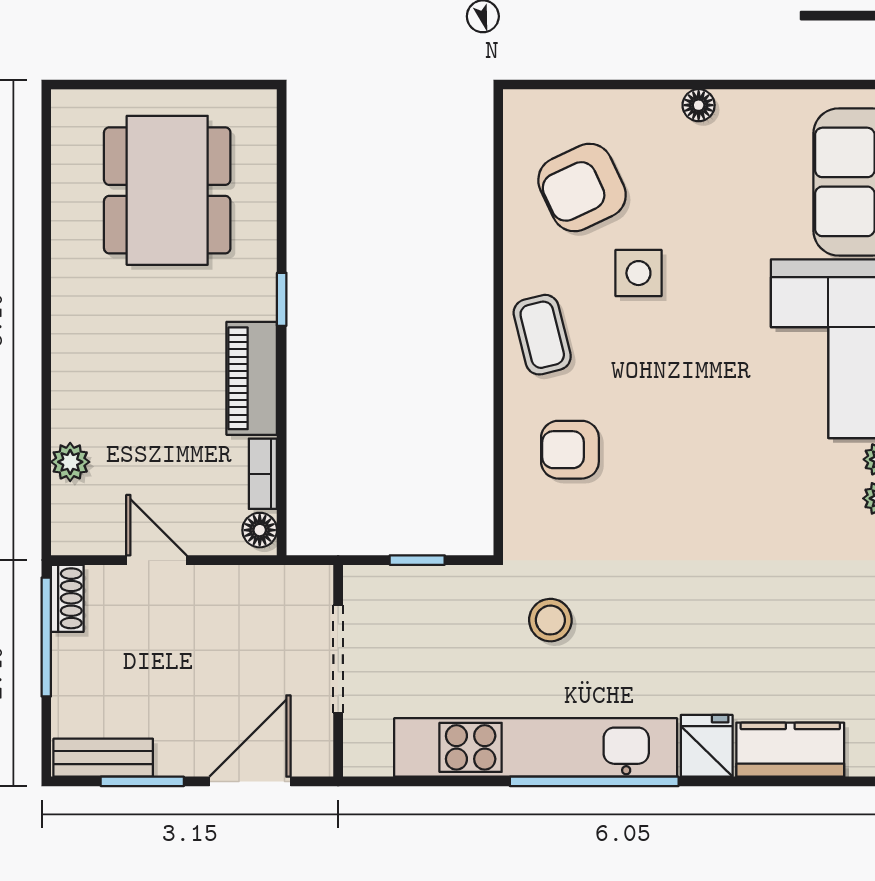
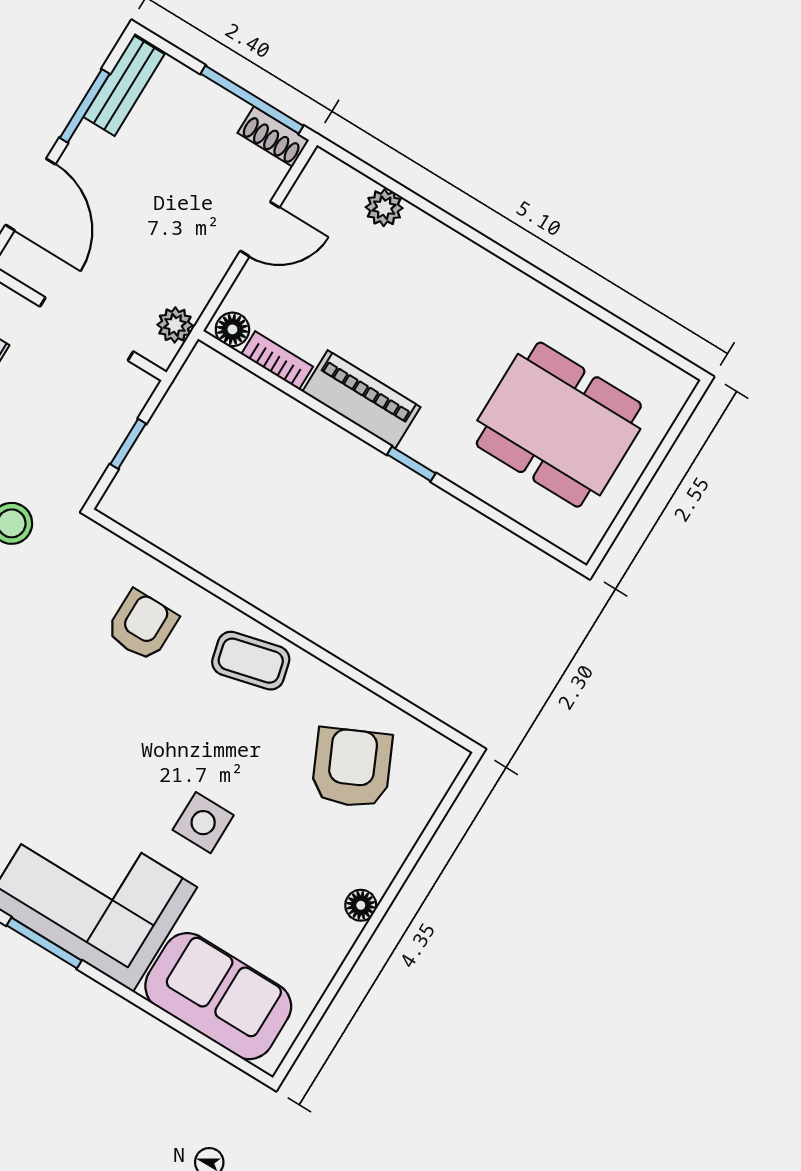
side table: (638, 273) -> (203, 823), moved
plant: (287, 583) -> (175, 325), added

